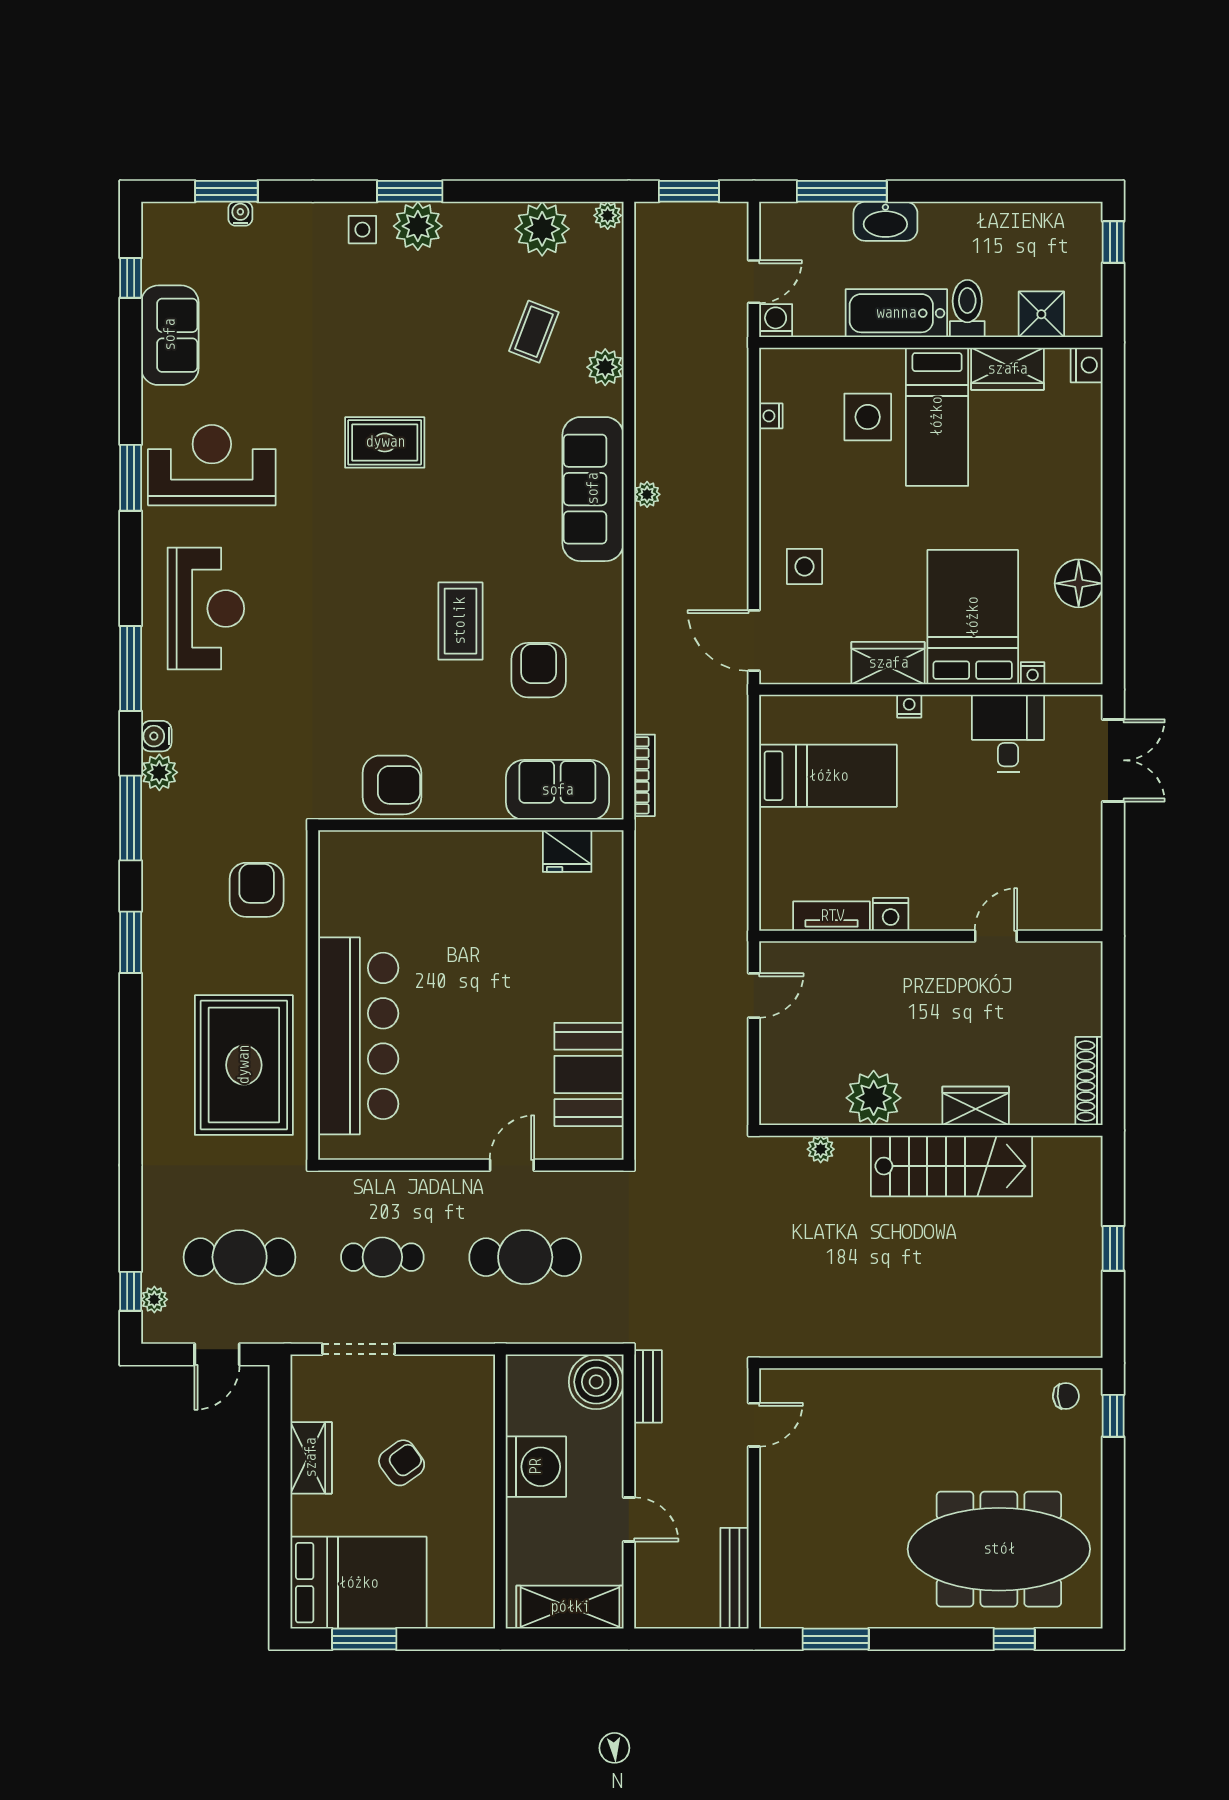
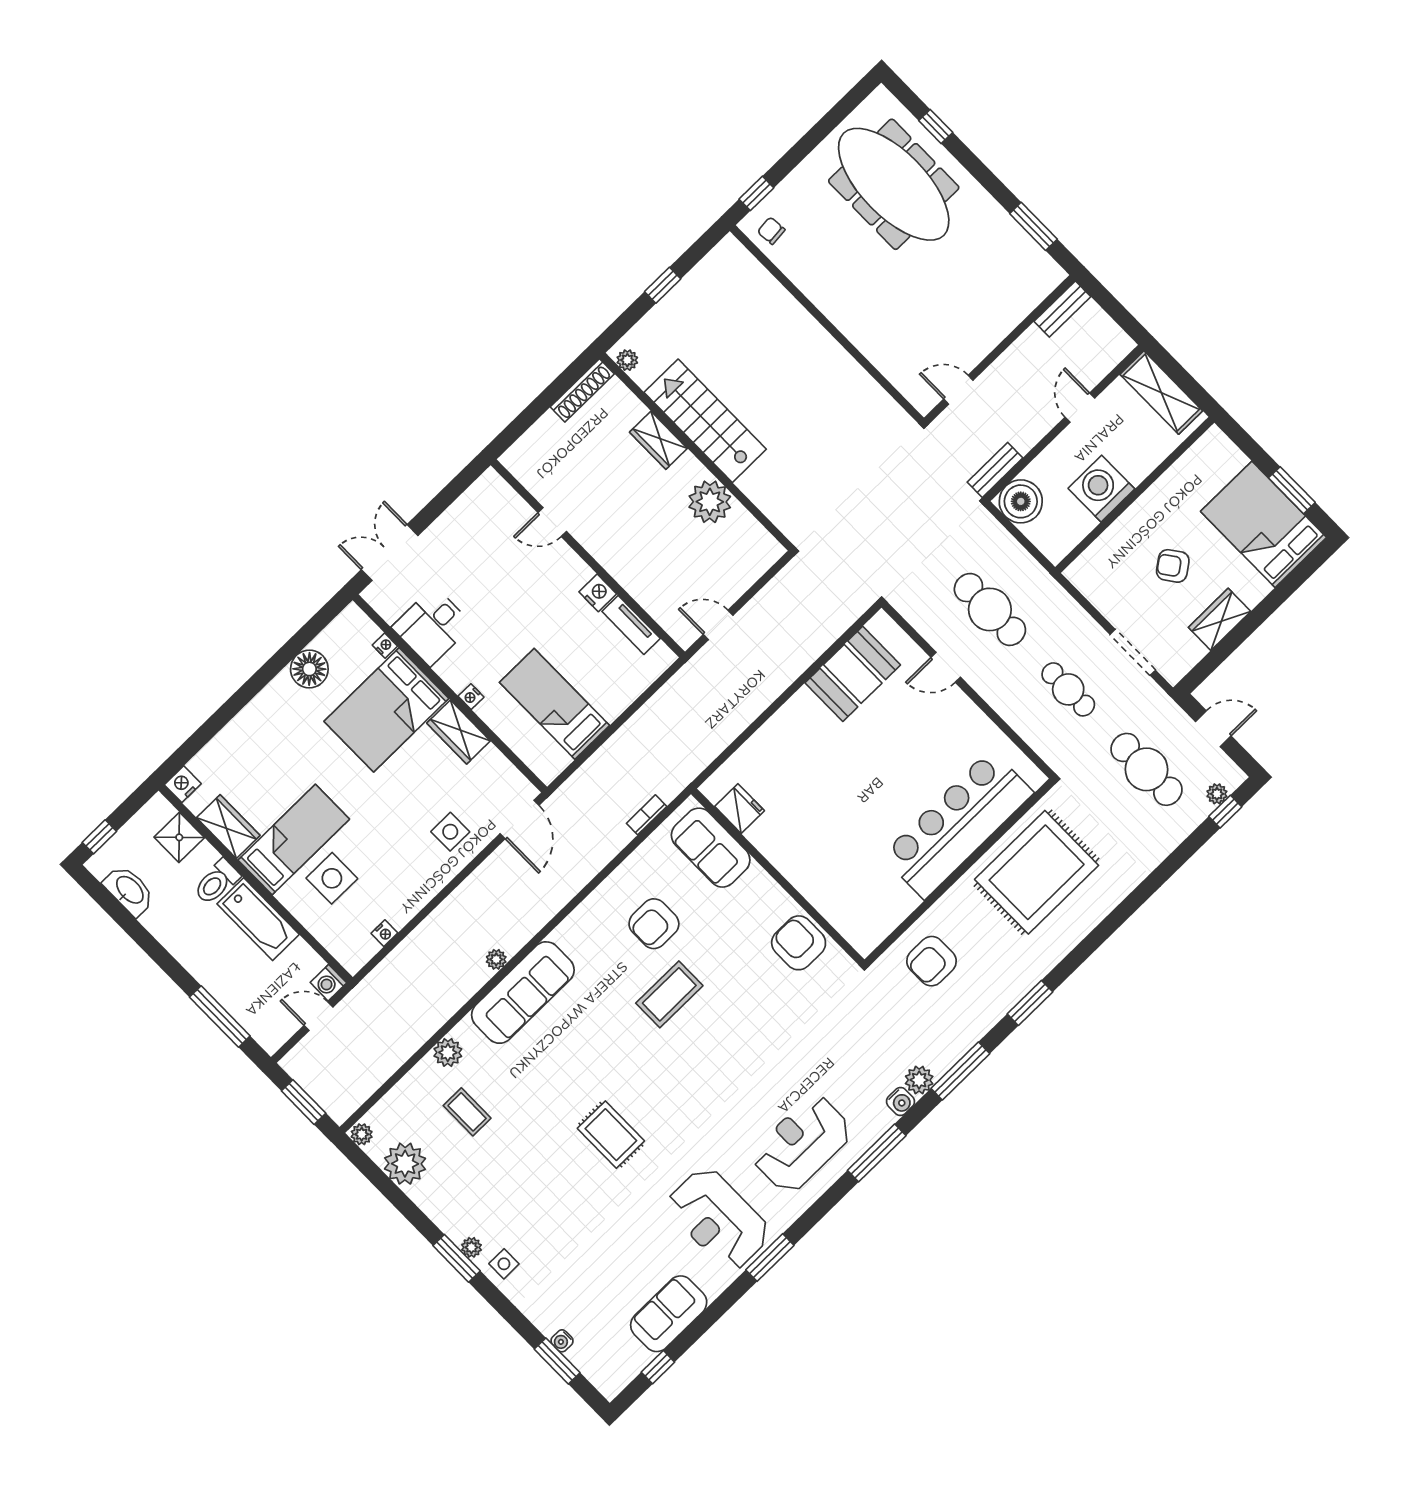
washbasin: (885, 221) -> (129, 890), moved
plant: (418, 226) -> (471, 1247), width x0.53, depth x0.53
coffee table: (534, 332) -> (467, 1112), turned 69
bookcase: (644, 775) -> (647, 815), width x0.64
plant: (821, 1149) -> (627, 360), moved
bench: (734, 1578) -> (1062, 309), width x0.73

